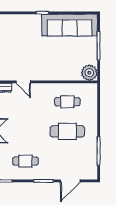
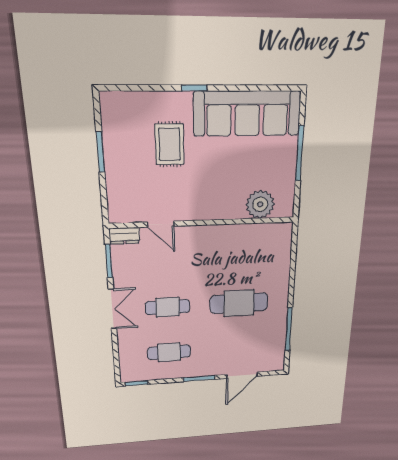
rug: (29, 40) -> (169, 144), added
plant: (89, 73) -> (260, 204), moved
cafe table: (67, 102) -> (168, 307), moved

